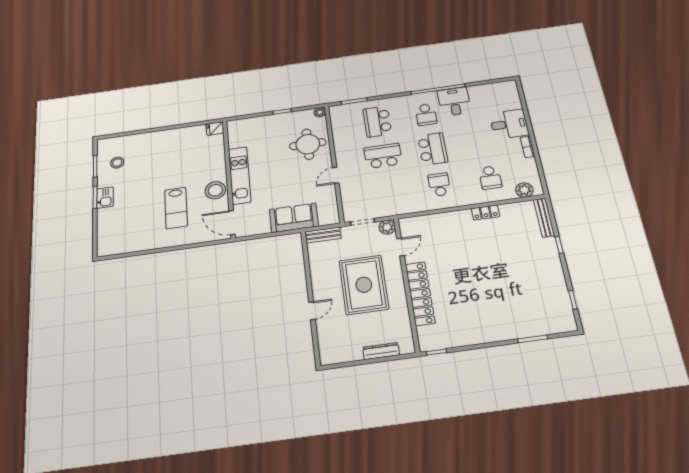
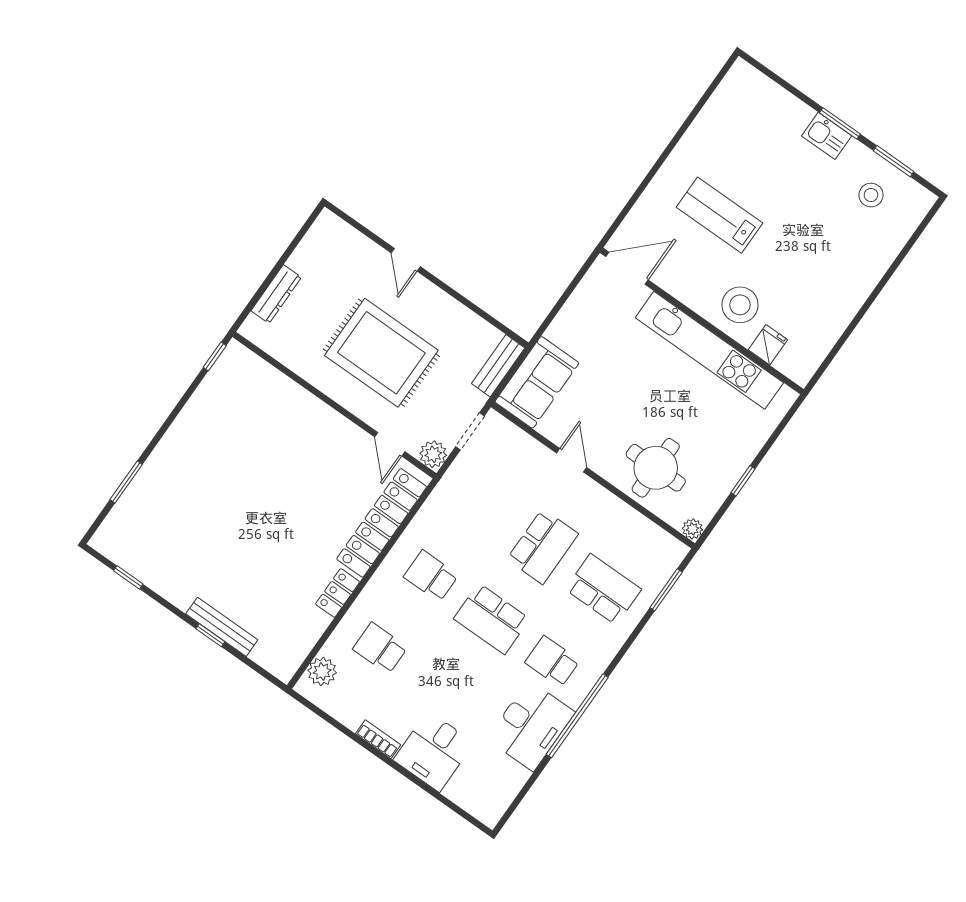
desk: (454, 102) -> (531, 726), width x1.37
fridge: (215, 128) -> (768, 345), moved
kitchen unit: (240, 175) -> (709, 350), width x1.36
school desk: (439, 185) -> (431, 576), turned 180
stool: (215, 190) -> (740, 305), moved
sofa: (294, 218) -> (537, 382), moved
bench: (544, 218) -> (222, 627), moved
locker: (420, 293) -> (382, 523), moved, turned 90

